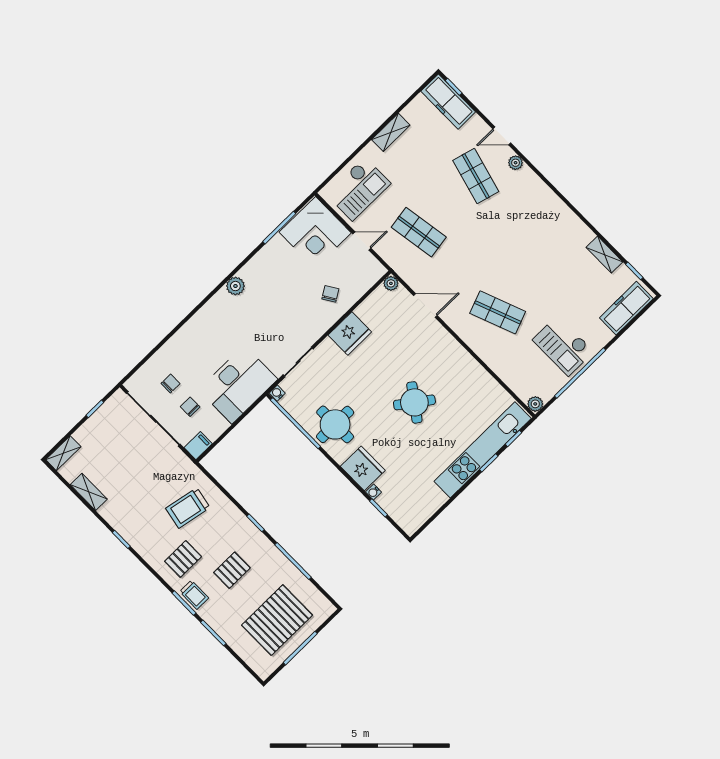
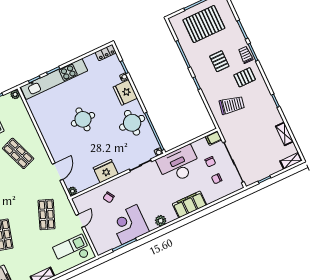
shop shelf: (419, 232) -> (47, 215), turned 30
corner desk: (315, 233) -> (129, 224), moved, turned -90
door: (362, 241) -> (80, 221), swing flipped
door: (425, 306) -> (57, 172), swing flipped
filing cabinet: (199, 328) -> (190, 204), added
round table: (414, 402) -> (83, 119), turned -36
locker: (416, 520) -> (106, 53), added
pallet: (232, 570) -> (219, 61), turned 90

